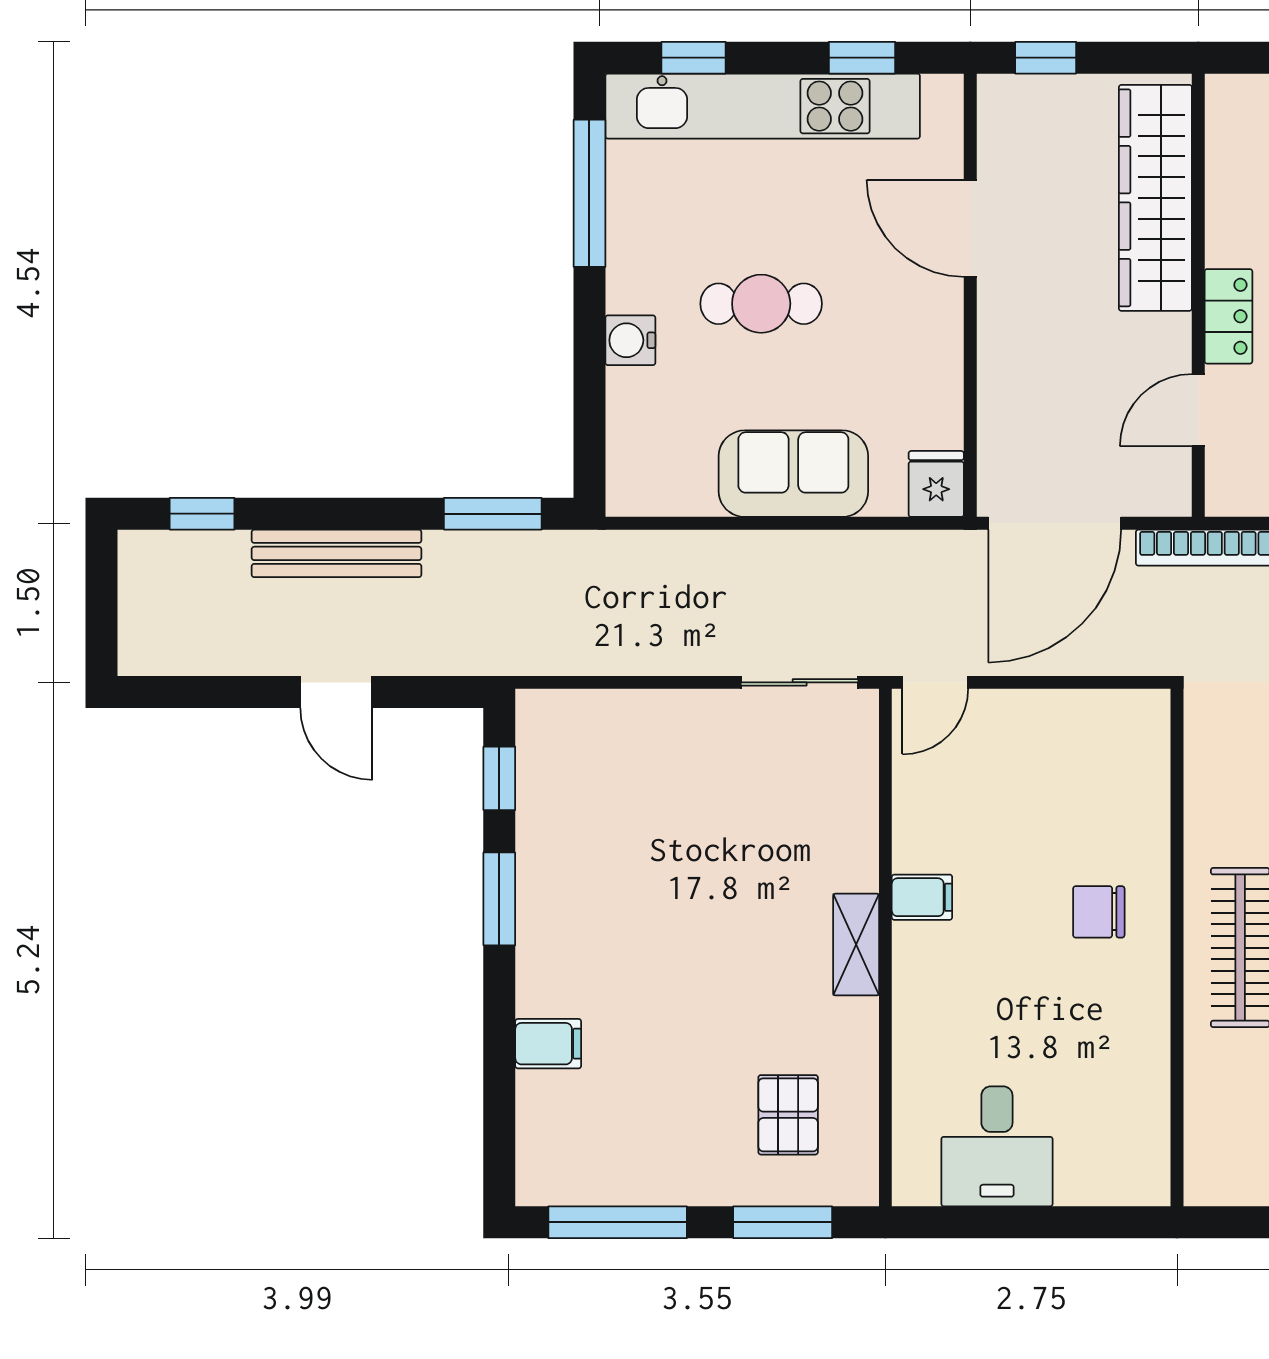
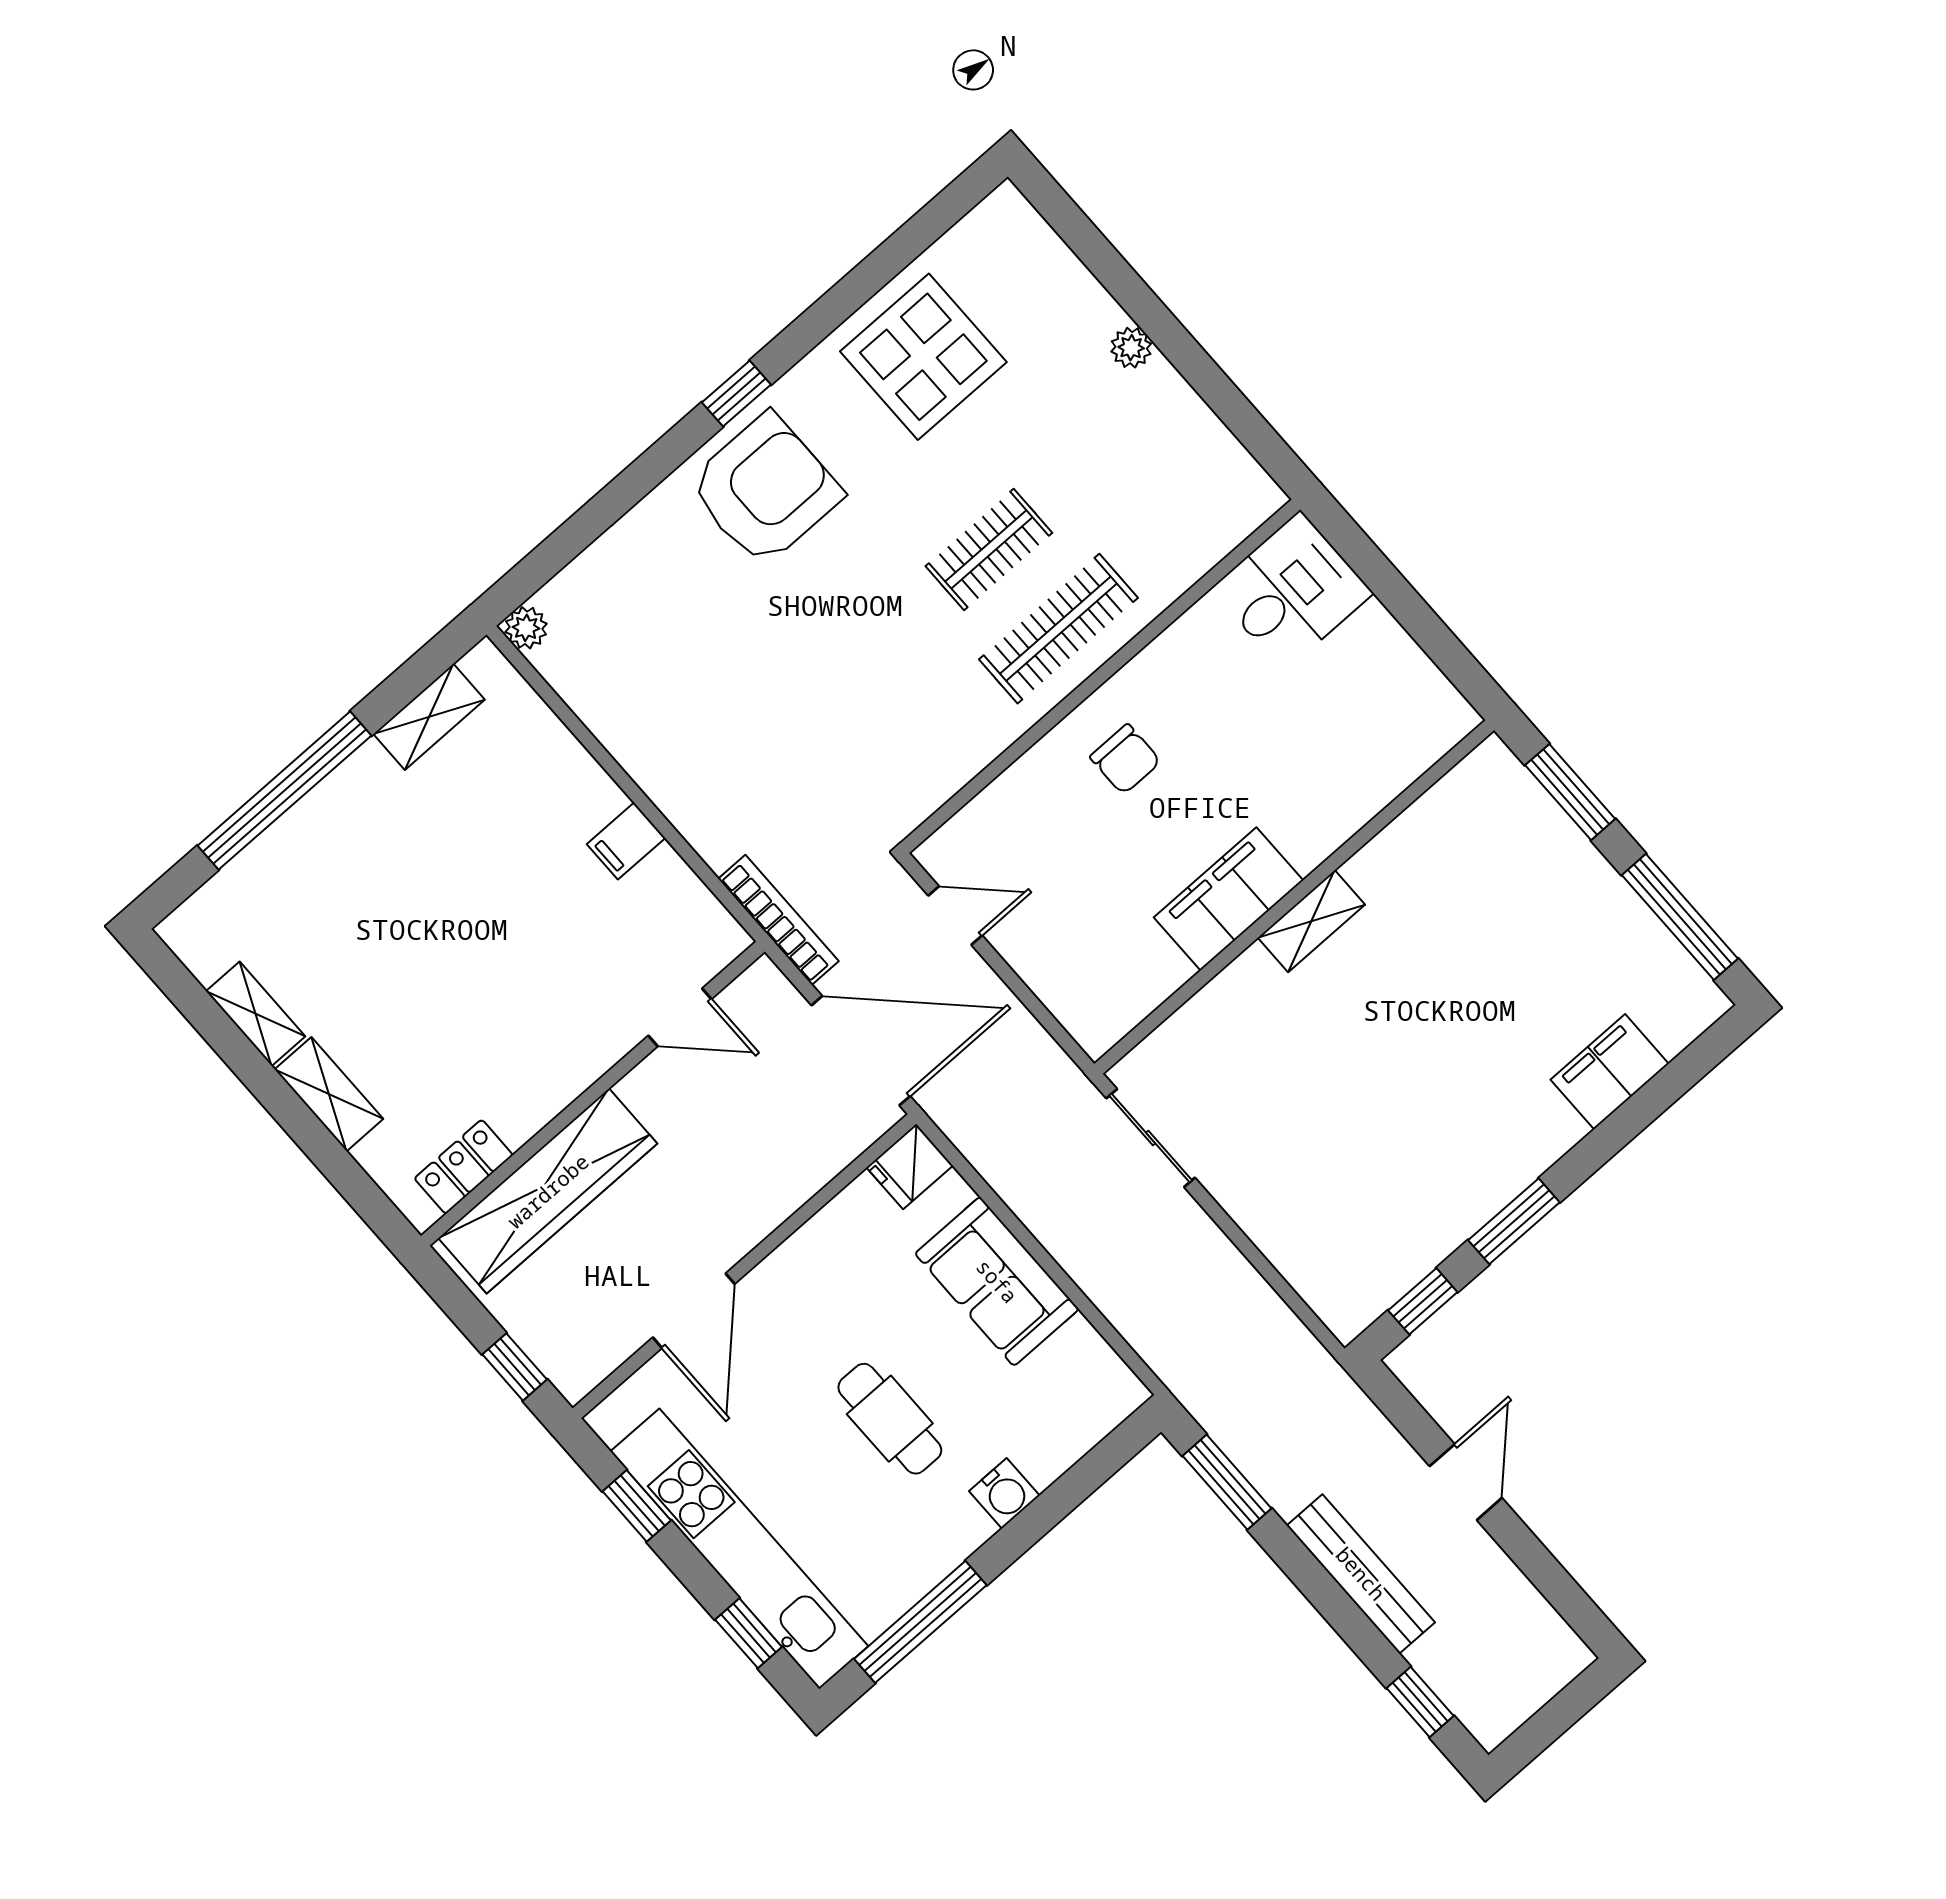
locker: (1228, 316) -> (464, 1167), moved
door: (935, 682) -> (955, 916), moved
filing cabinet: (922, 897) -> (1228, 899), width x3.00, depth x1.17
filing cabinet: (548, 1044) -> (1610, 1072), width x2.00
pallet: (788, 1115) -> (1485, 859), removed
desk: (997, 1146) -> (1292, 591), moved

